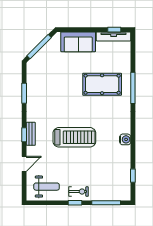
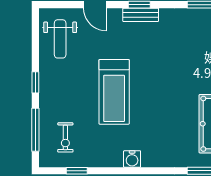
treadmill: (74, 137) -> (114, 92), moved
exercise bike: (79, 192) -> (65, 137), moved

